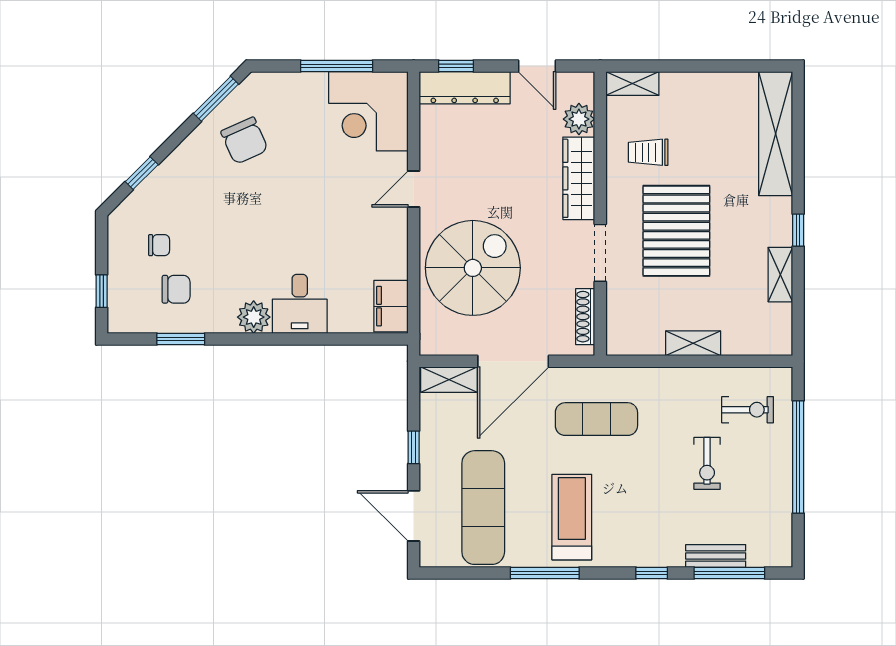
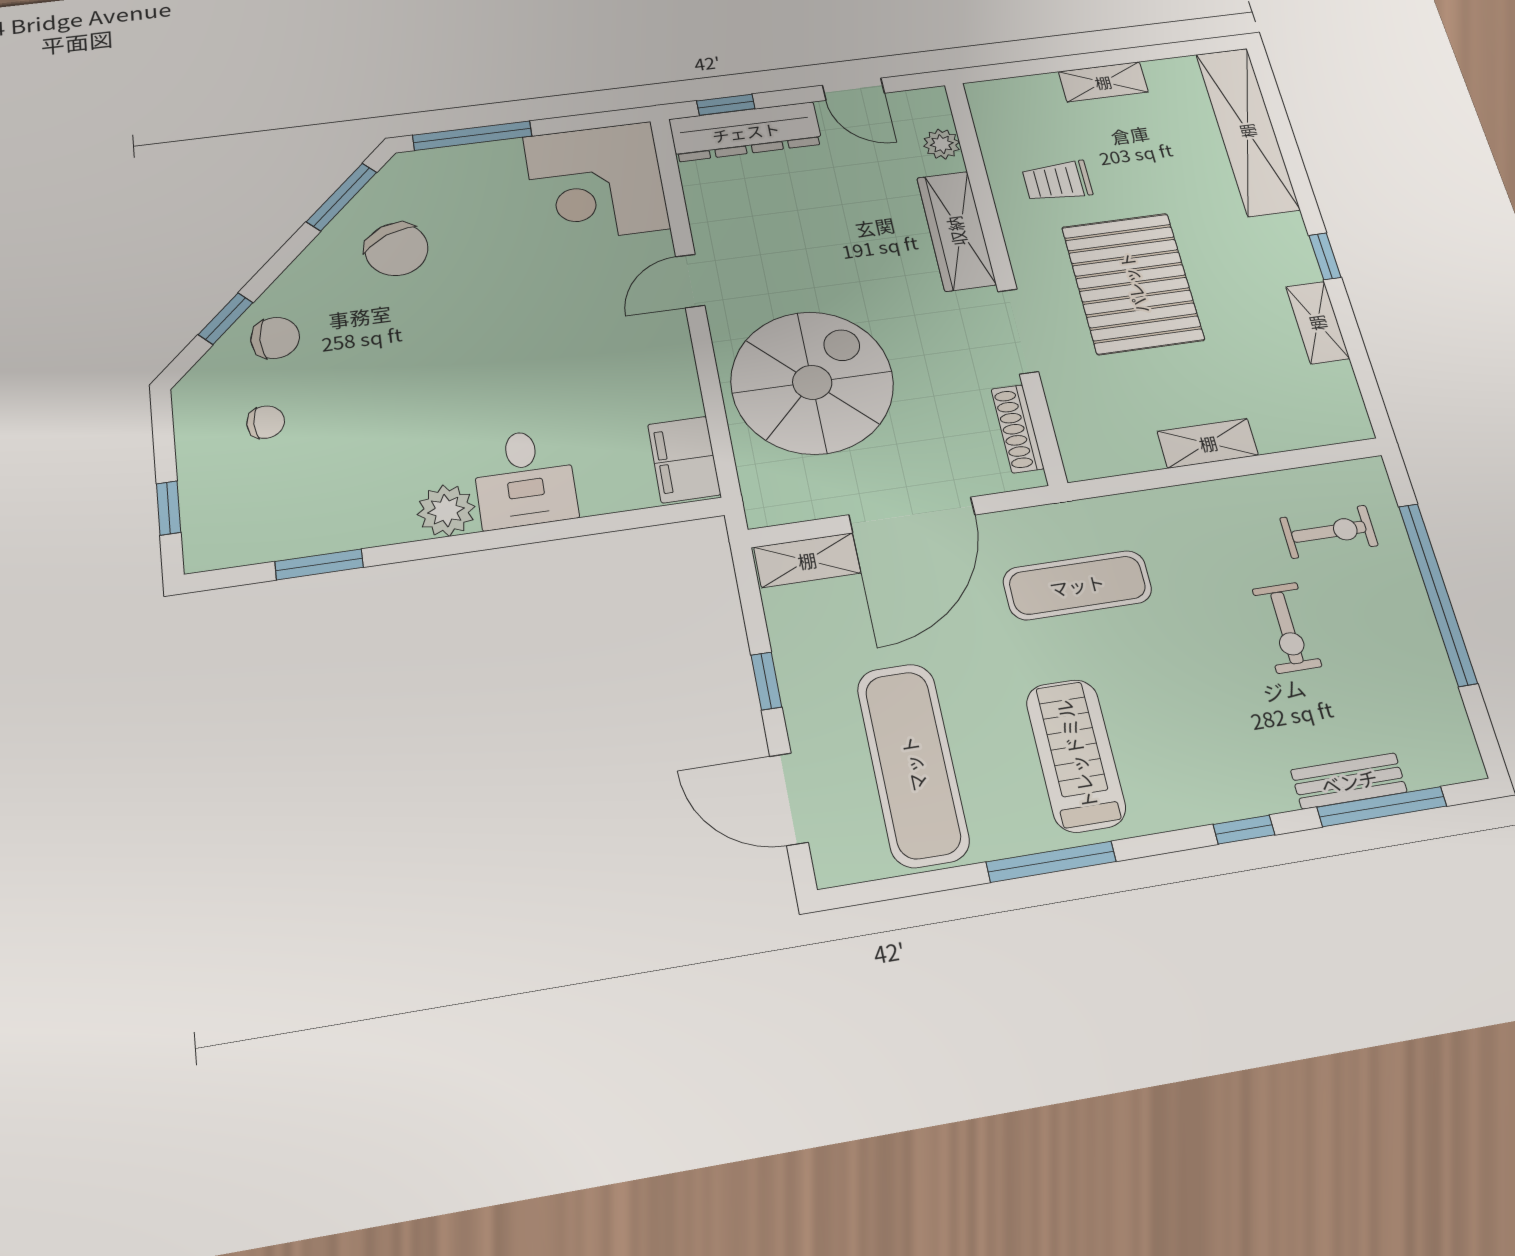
window: (337, 66) -> (472, 136), moved
shelving: (632, 84) -> (1103, 82), moved
plant: (579, 119) -> (942, 144), width x0.73, depth x0.73
chair: (176, 289) -> (275, 338), moved

